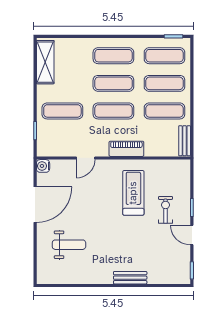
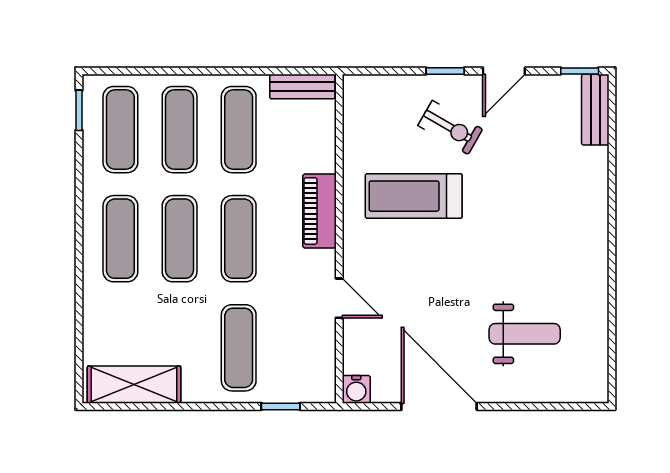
exercise bike: (166, 210) -> (450, 127), turned -150
weight bench: (69, 245) -> (525, 334), turned 90
bench: (130, 278) -> (595, 110), moved

